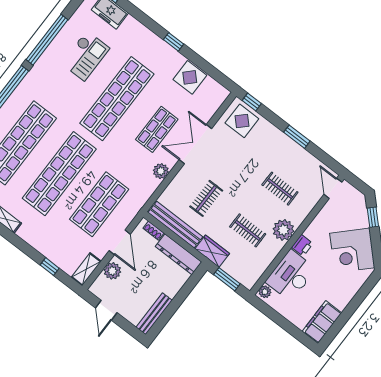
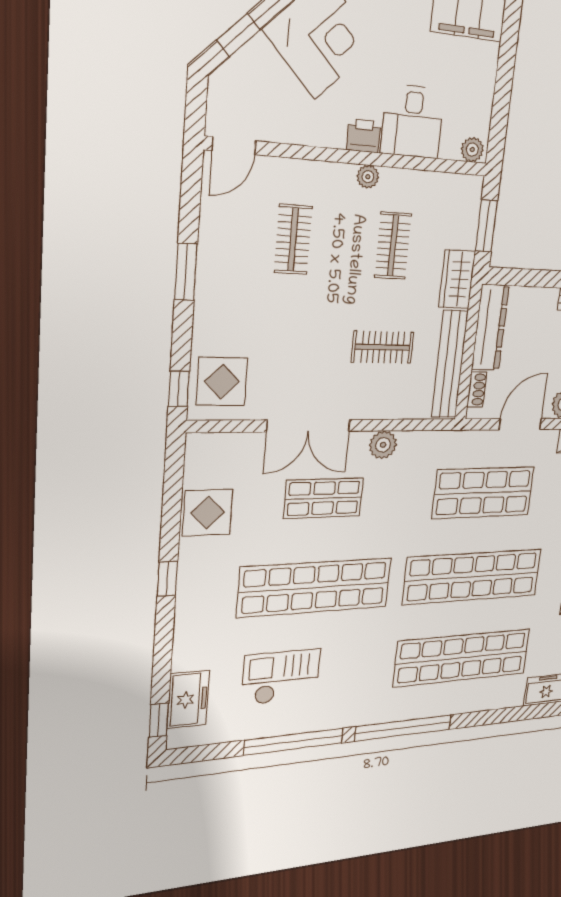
plant: (283, 230) -> (368, 177), width x0.53, depth x0.53
desk: (291, 275) -> (412, 121), width x0.73

